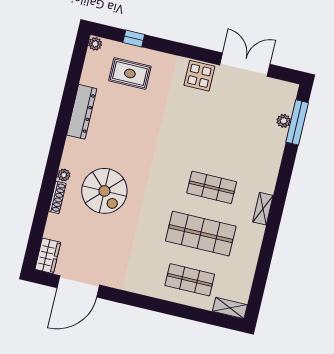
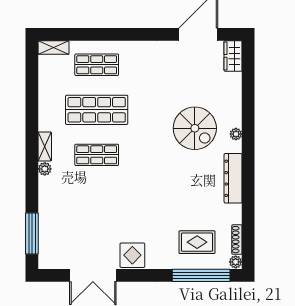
window: (134, 38) -> (201, 275), width x3.17
dresser: (82, 112) -> (233, 178), moved
plant: (284, 121) -> (45, 169), moved
spiral stairs: (104, 191) -> (195, 128), turned 180
shoe rack: (57, 197) -> (237, 240), moved

